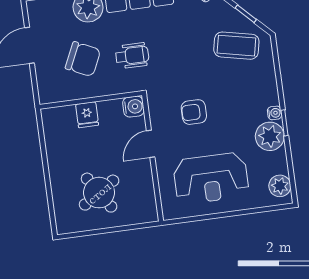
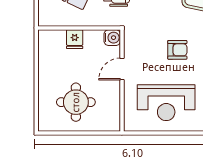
armchair: (194, 112) -> (177, 50), moved, turned 180
round table: (99, 193) -> (76, 102), turned 33

